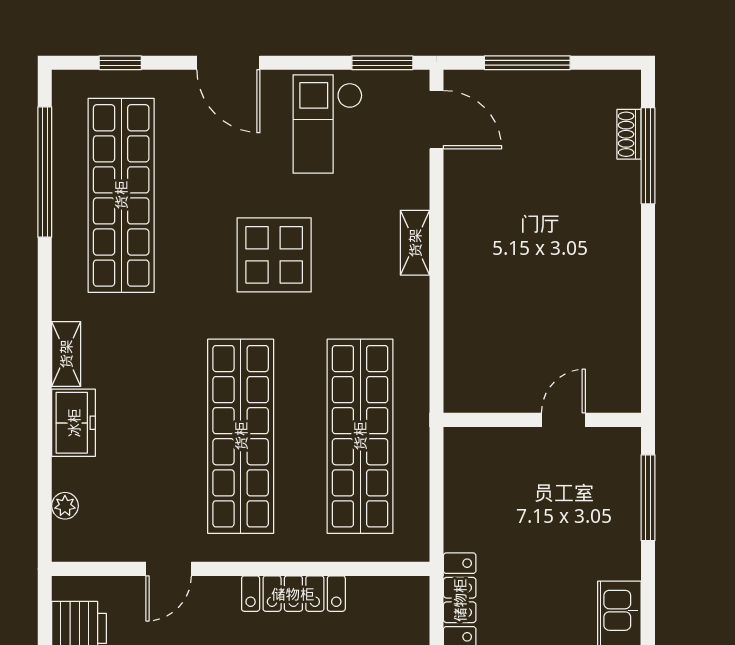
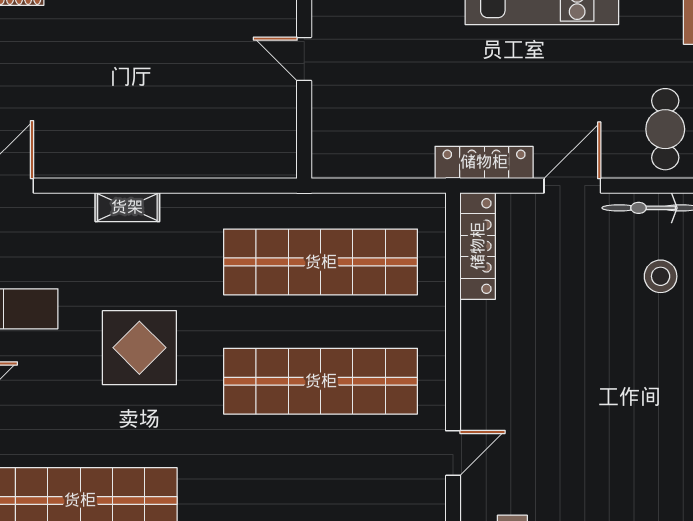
door: (169, 569) -> (453, 453), hinge flipped
locker: (293, 594) -> (478, 246), moved

